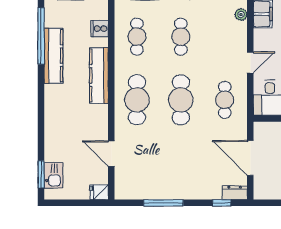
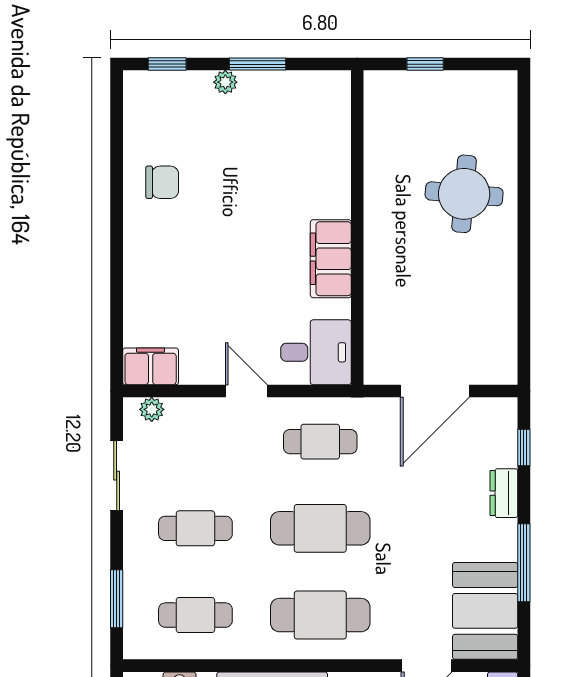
booth: (139, 183) -> (485, 611), added
dresser: (235, 193) -> (504, 493), moved

